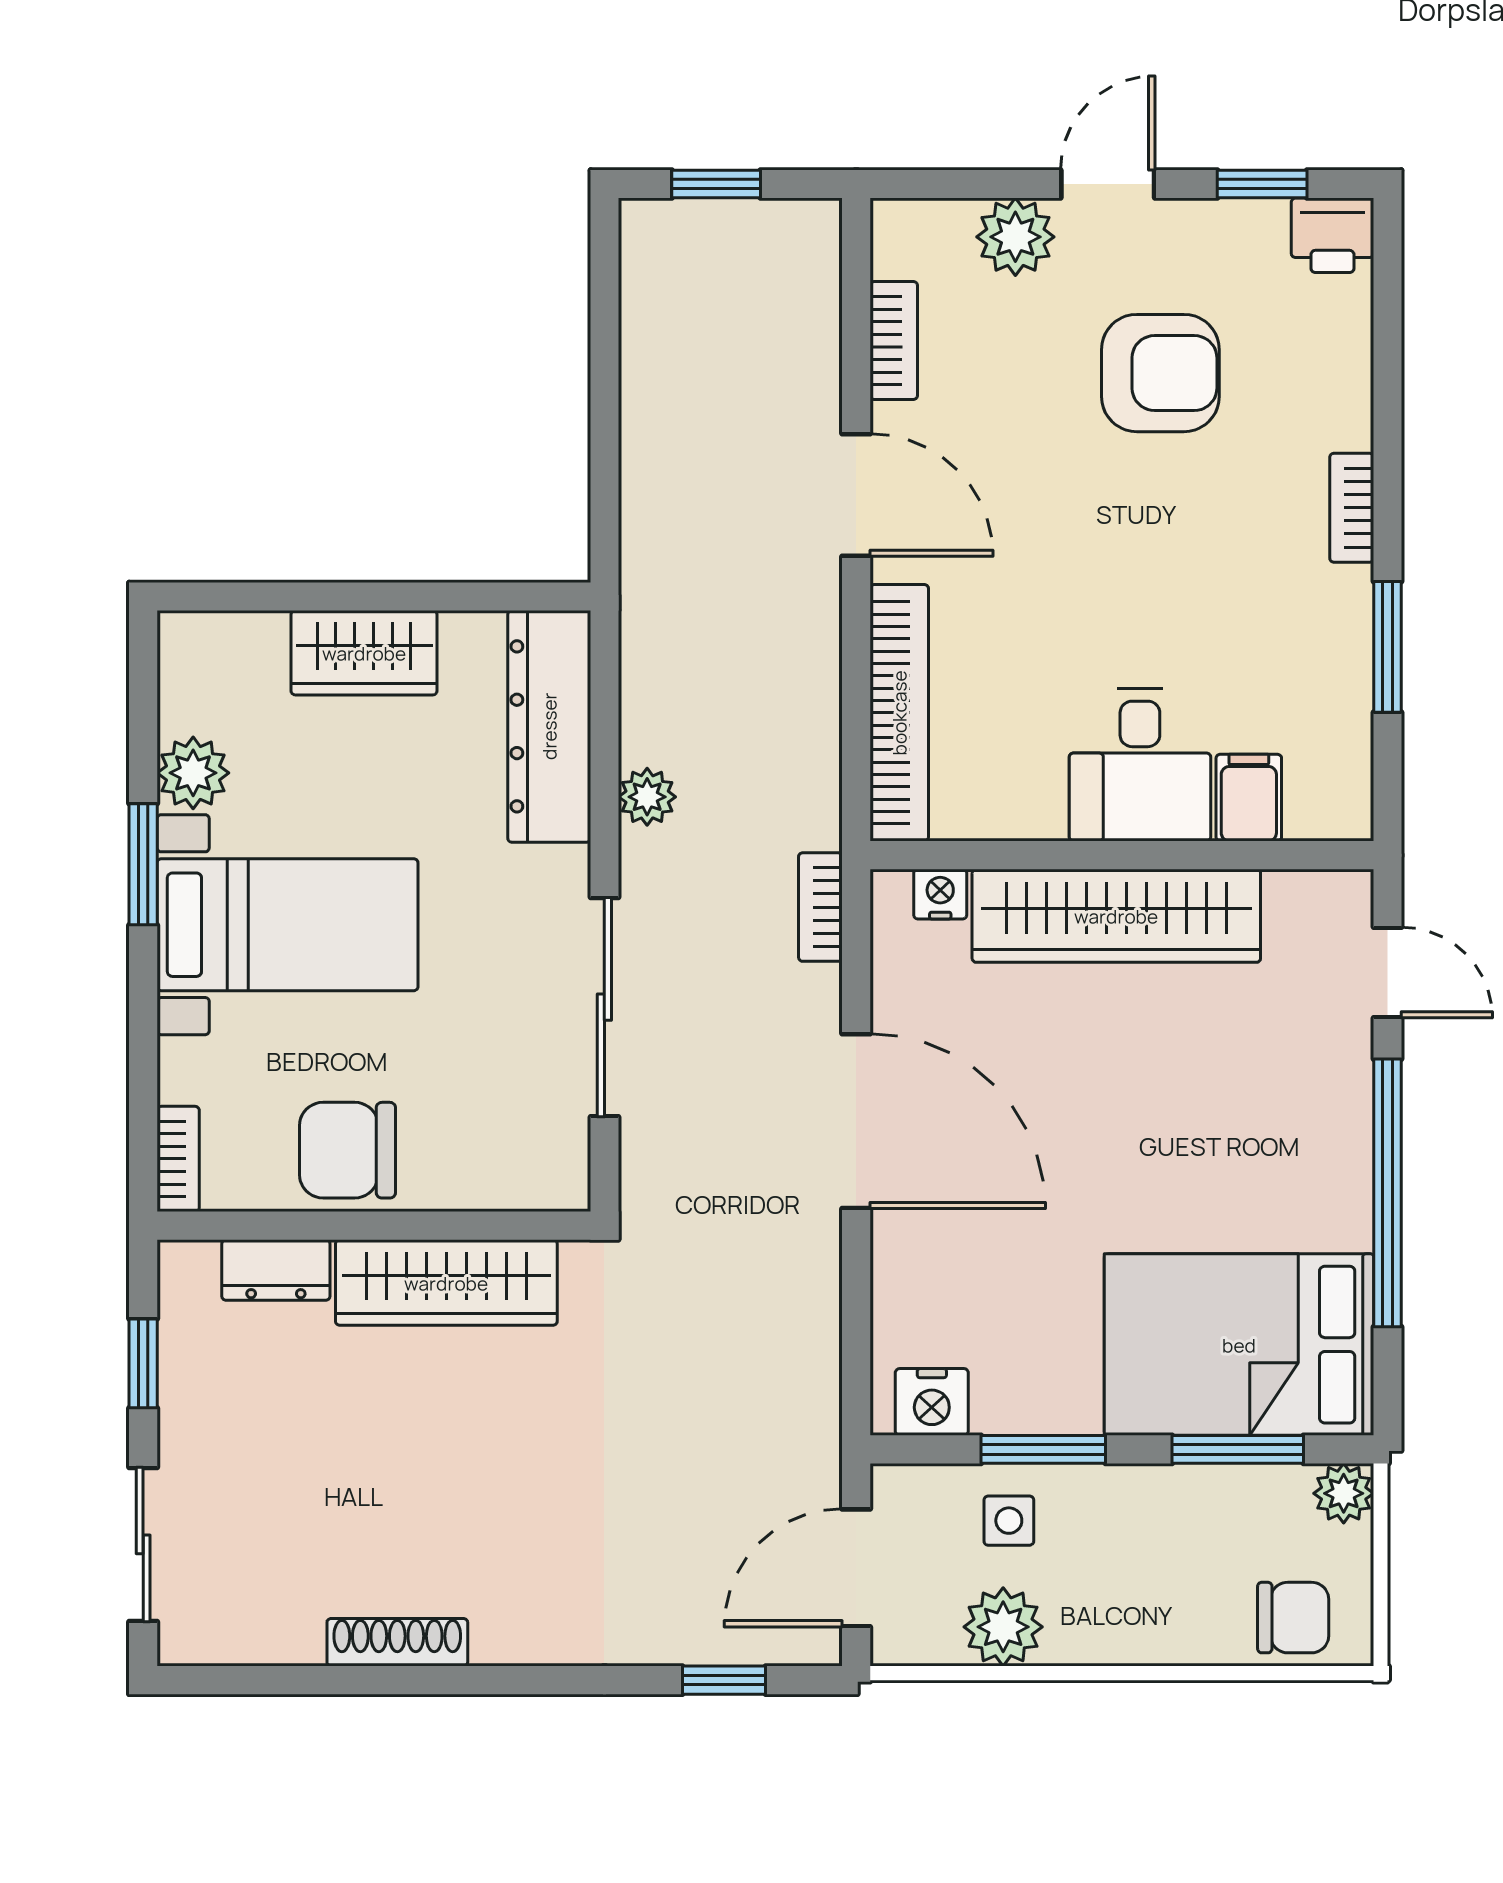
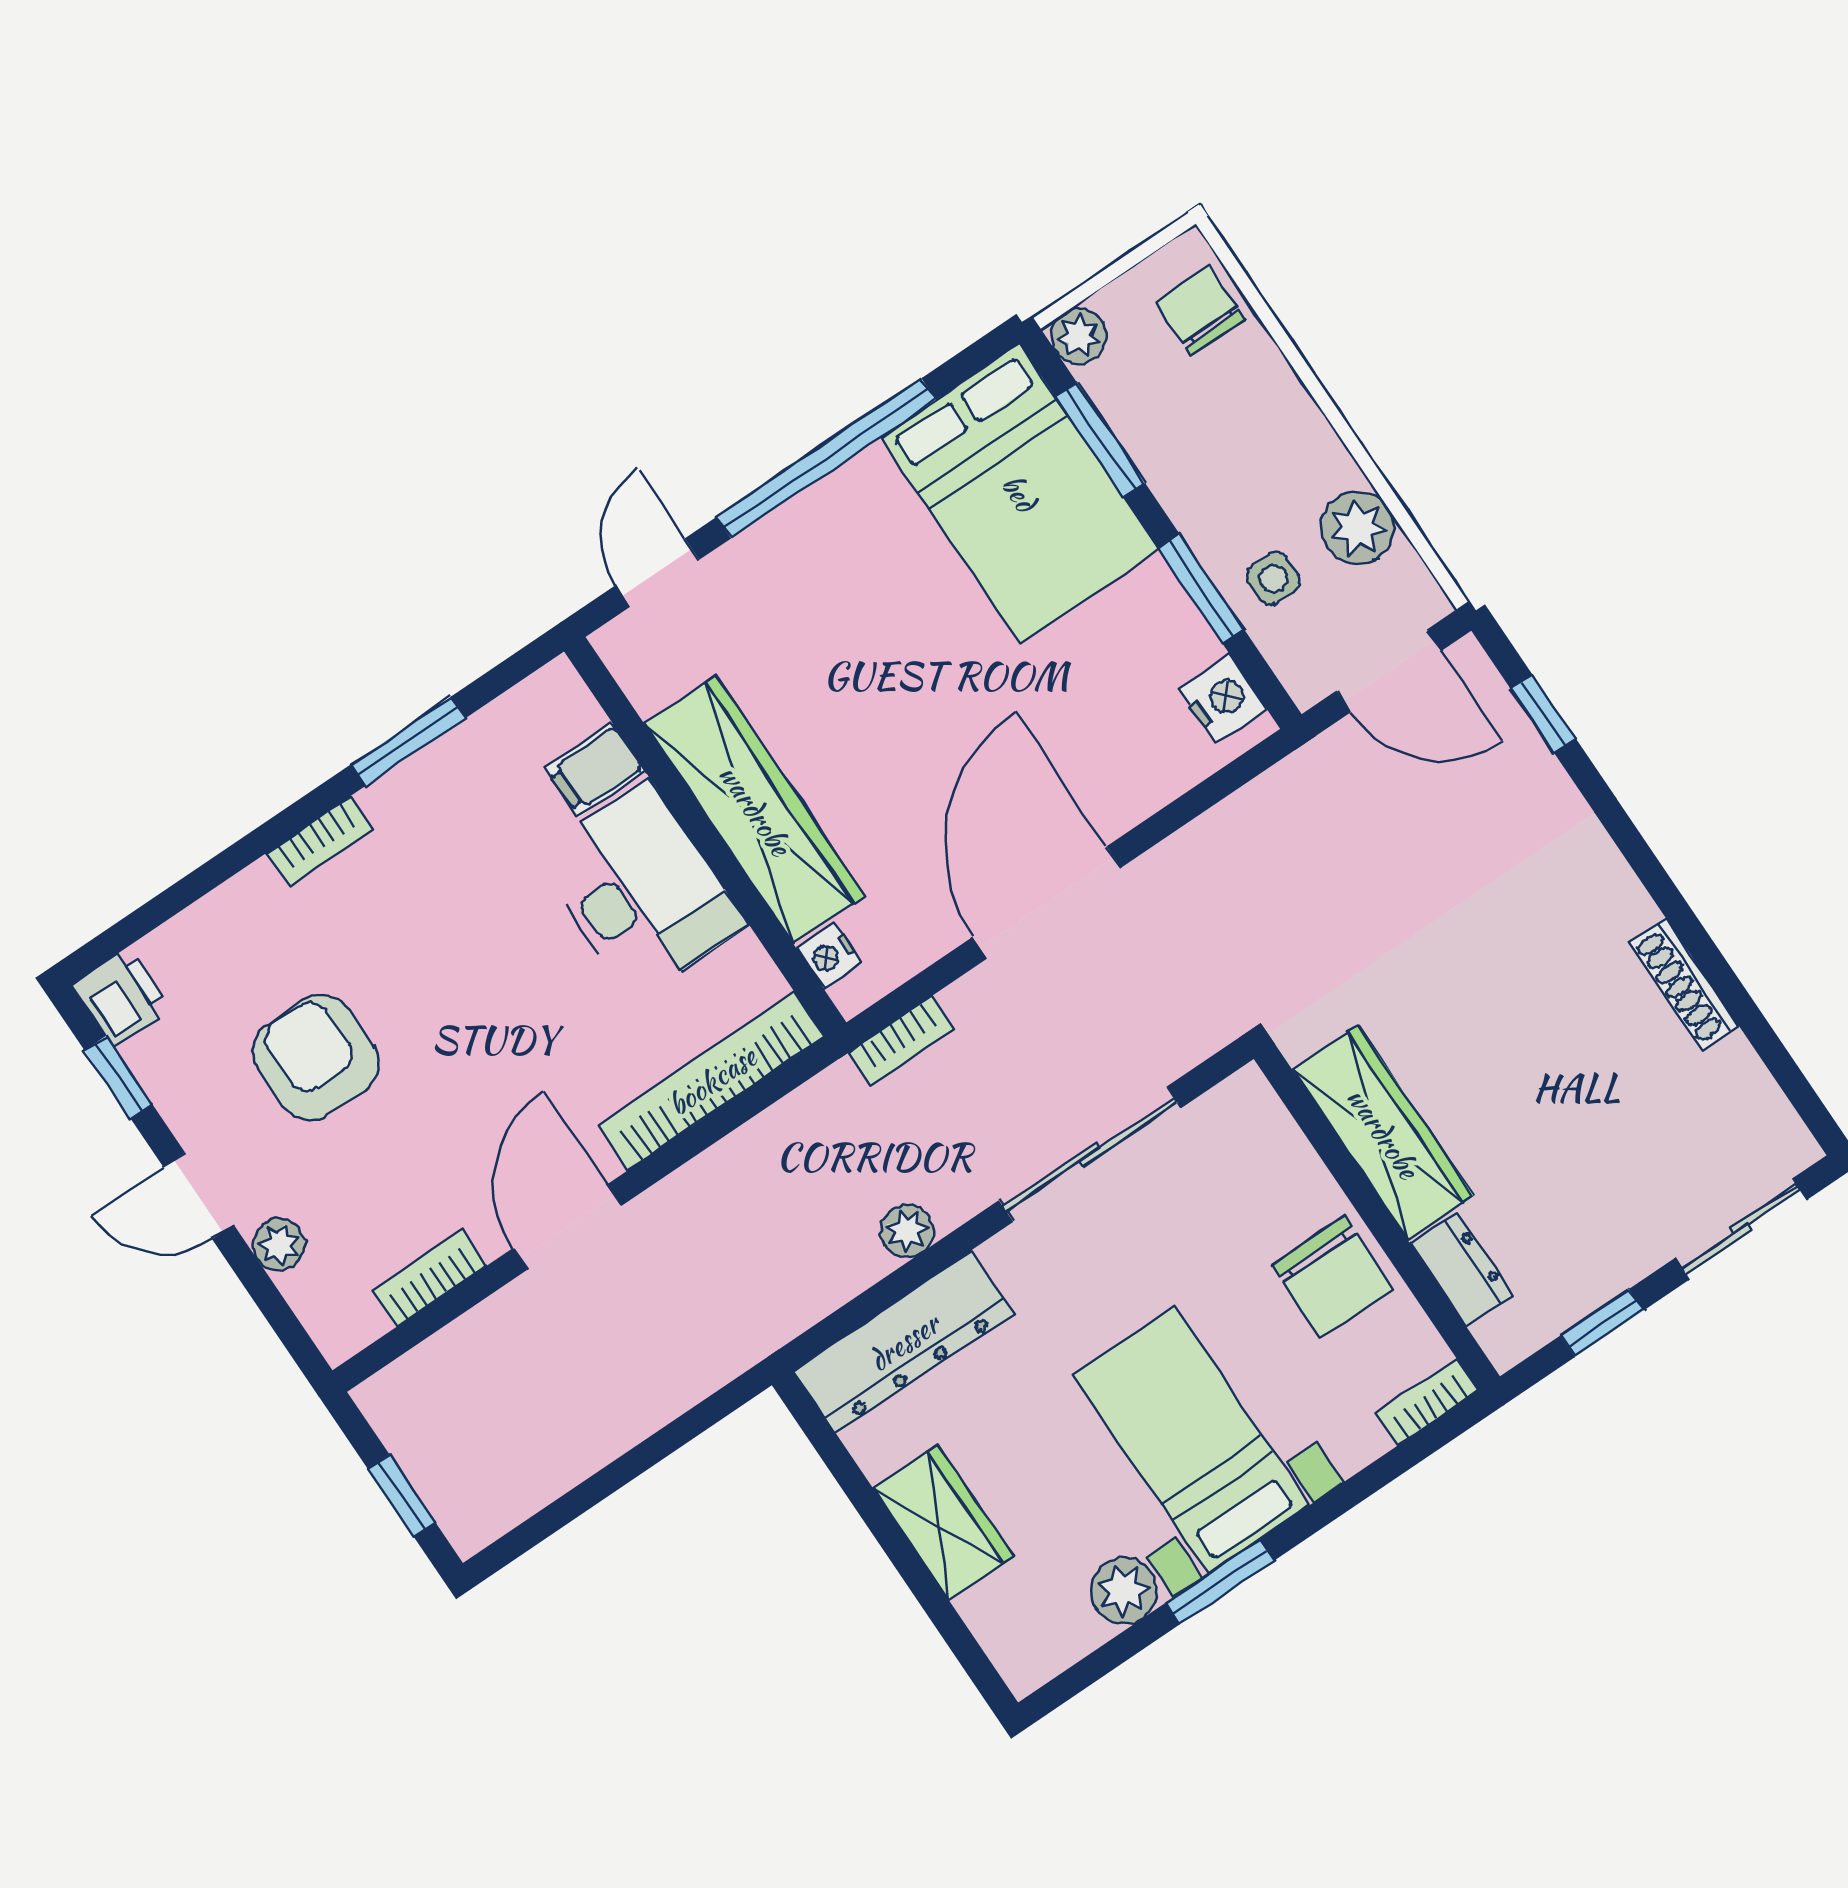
plant: (1015, 237) -> (279, 1245), width x0.73, depth x0.73
desk: (1140, 765) -> (640, 890), width x1.37

